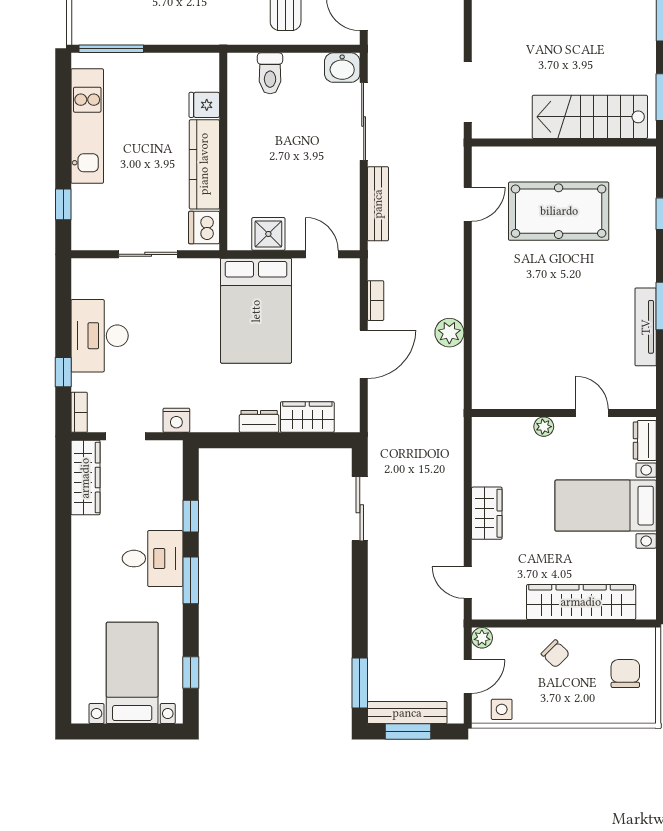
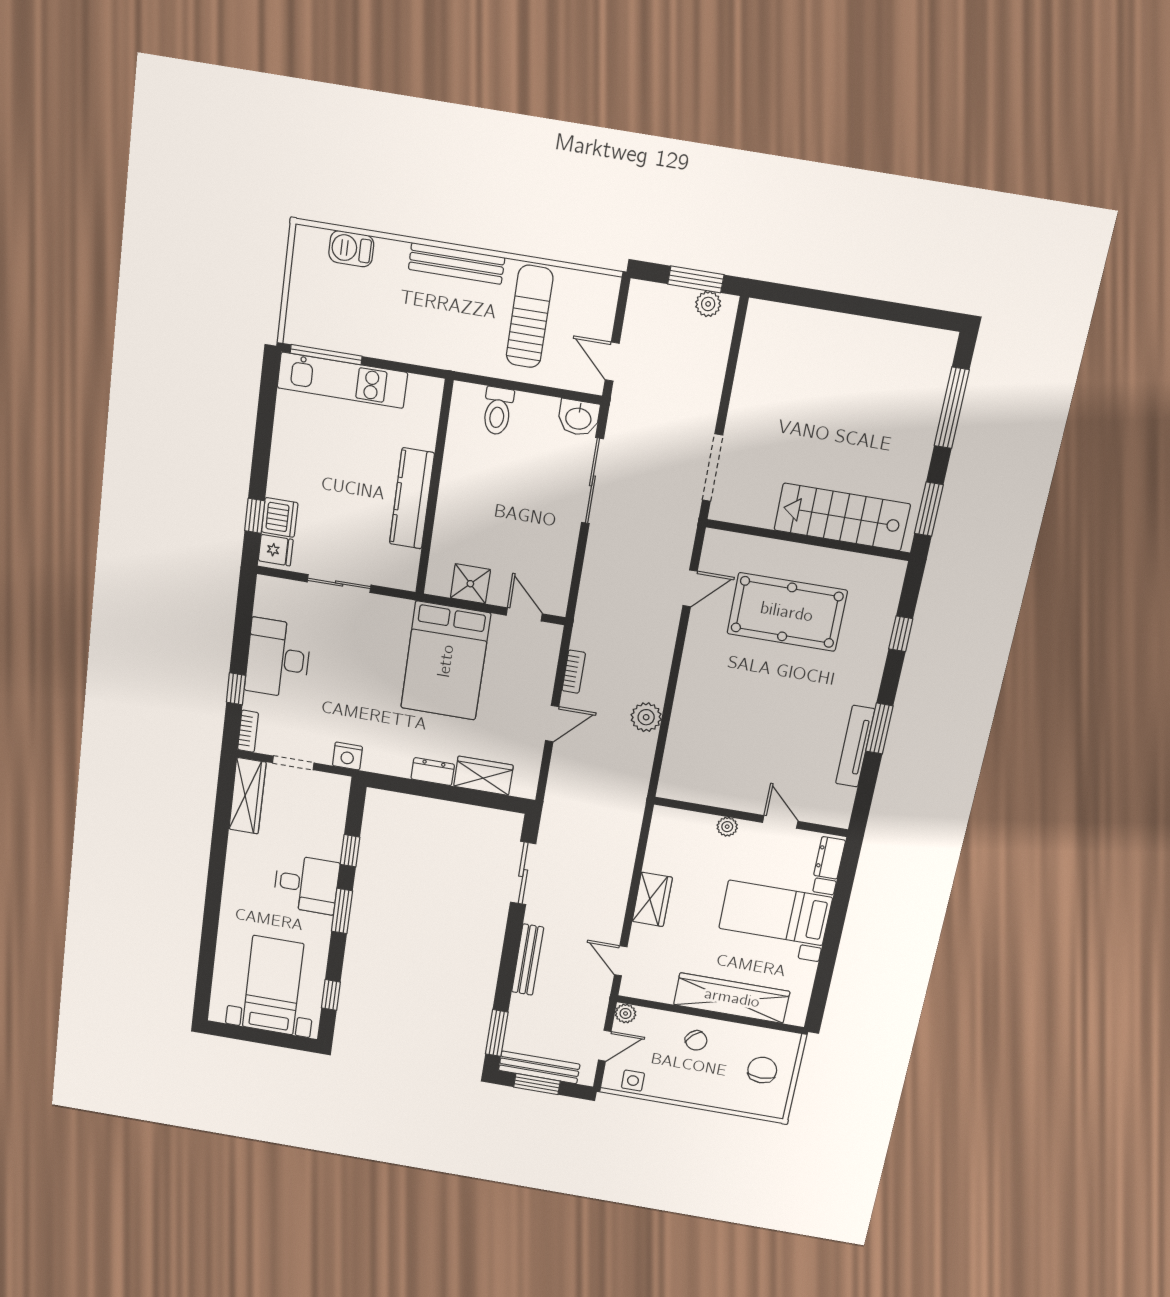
fridge: (204, 105) -> (276, 550), moved, turned 180
kitchen unit: (87, 126) -> (342, 380), moved, turned 90
bench: (378, 204) -> (528, 960), moved
dishwasher: (204, 228) -> (280, 517), moved, turned 180
door: (364, 354) -> (552, 724), width x0.73

